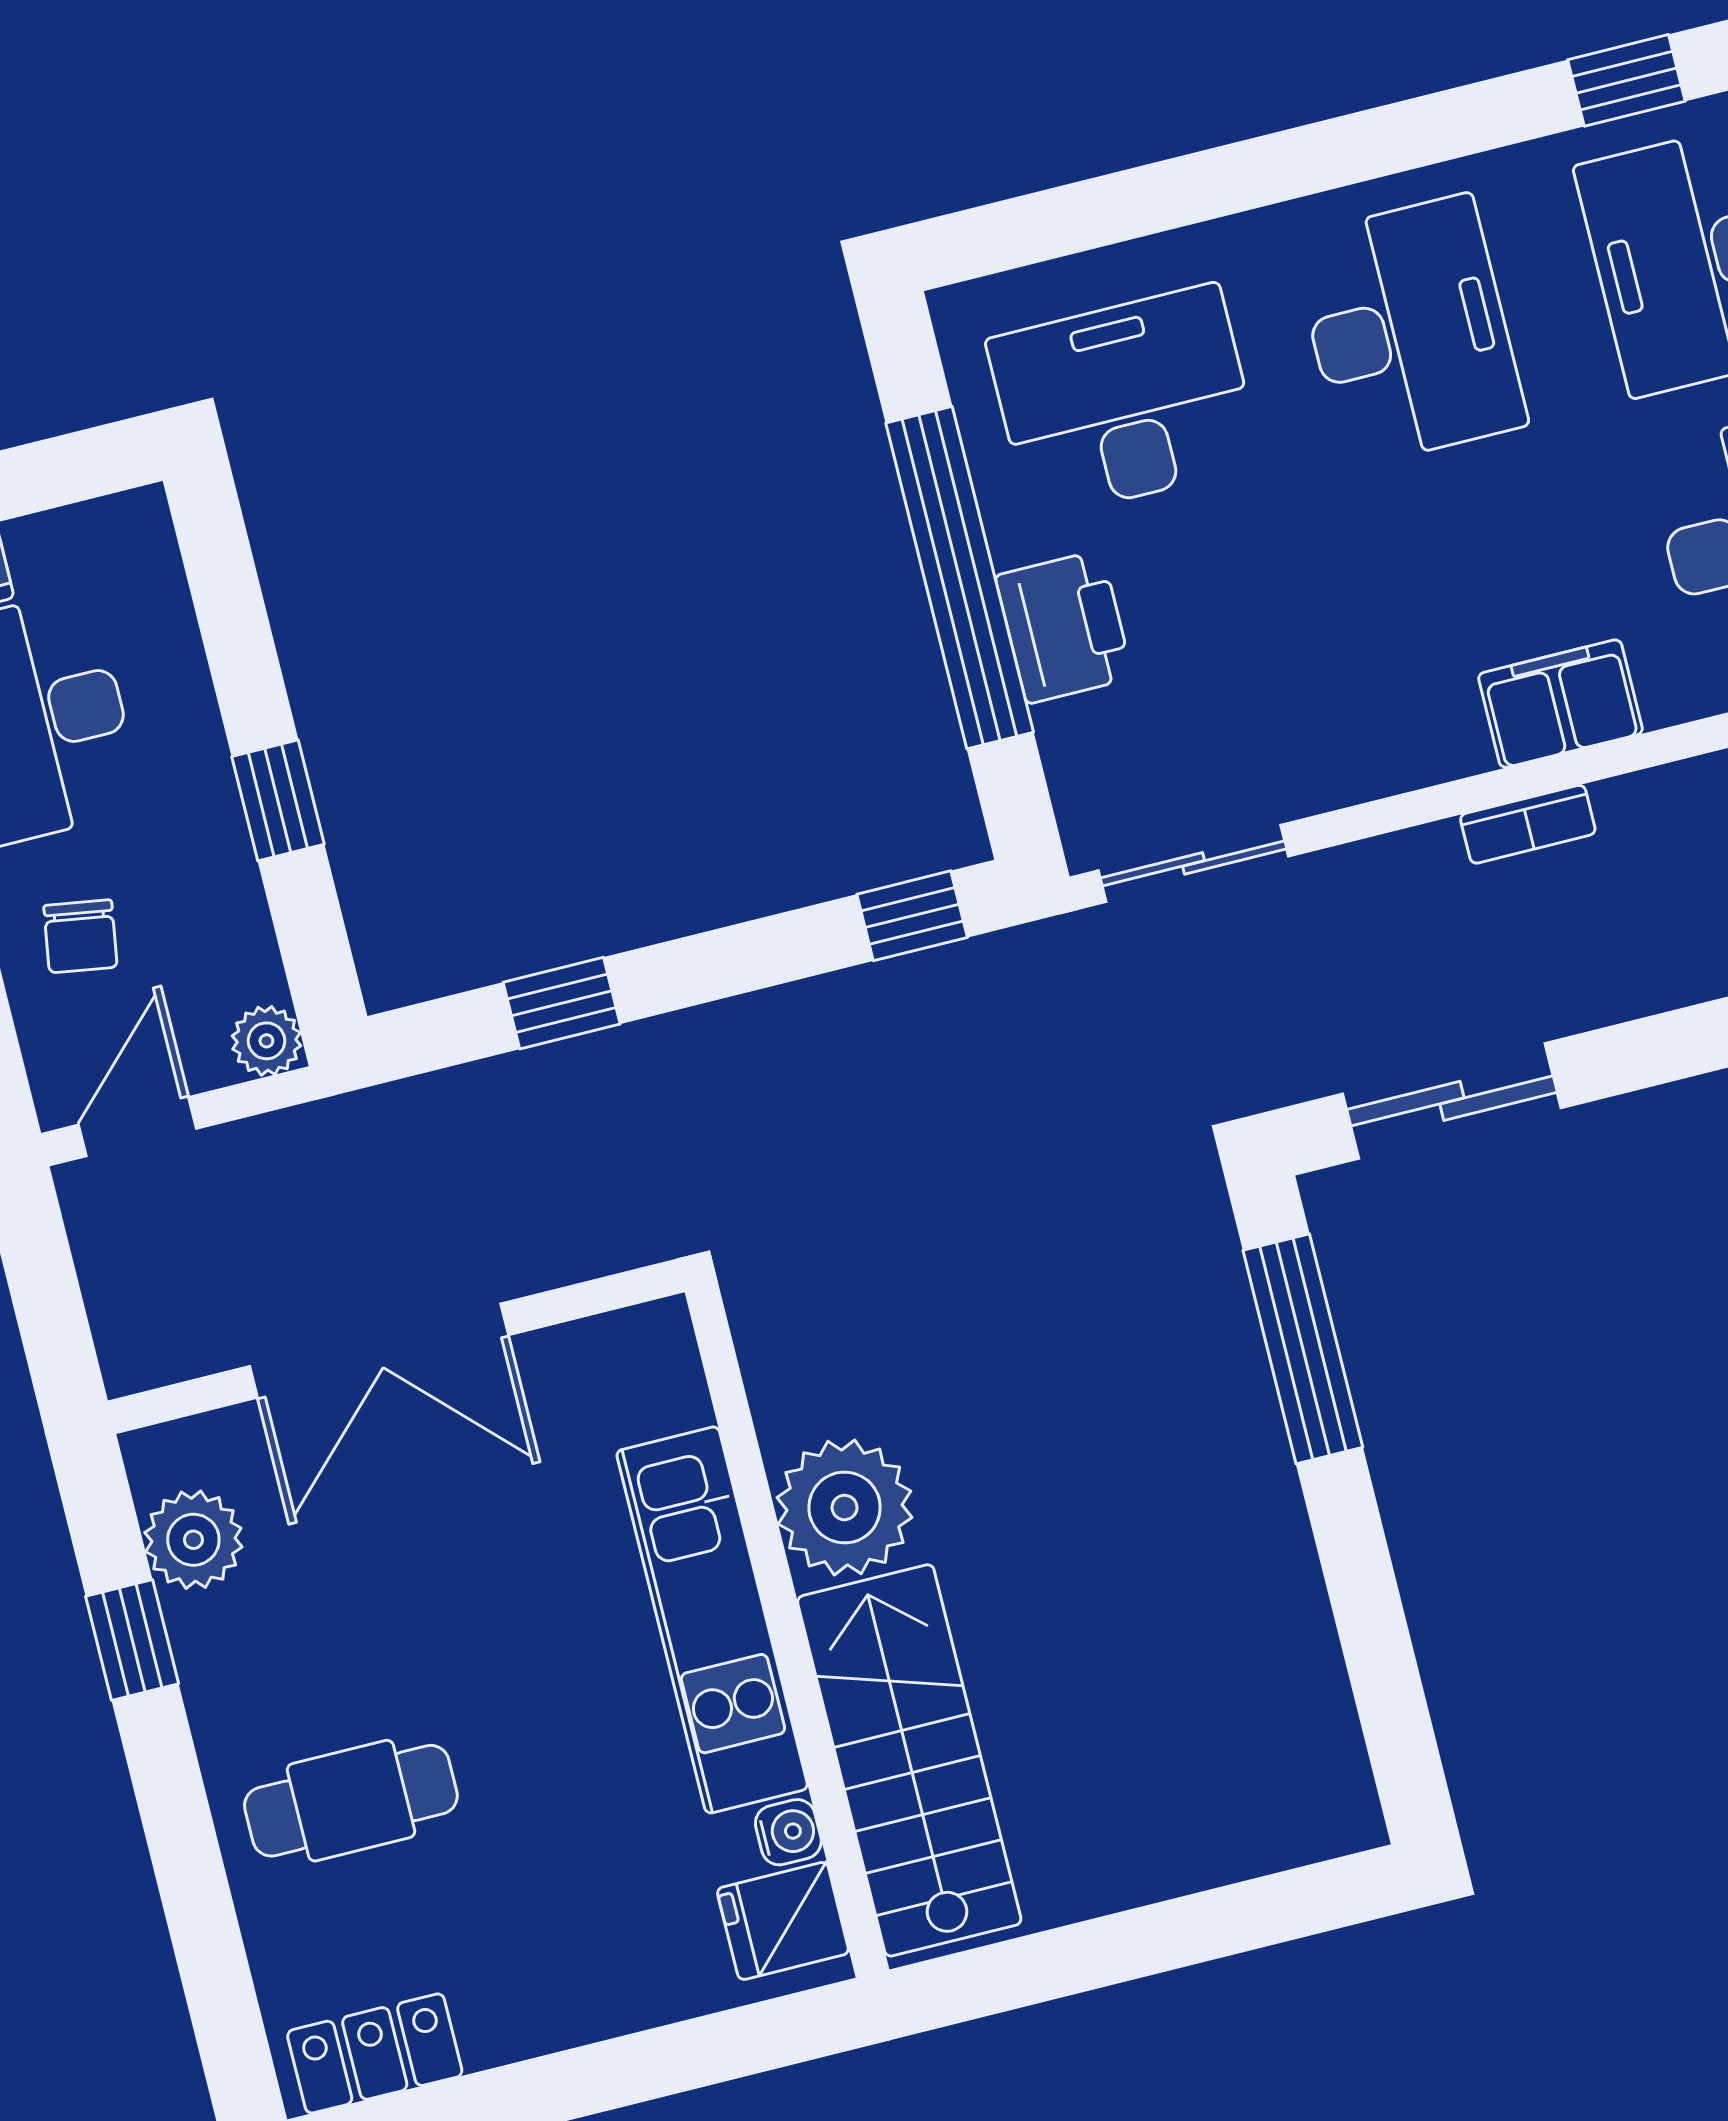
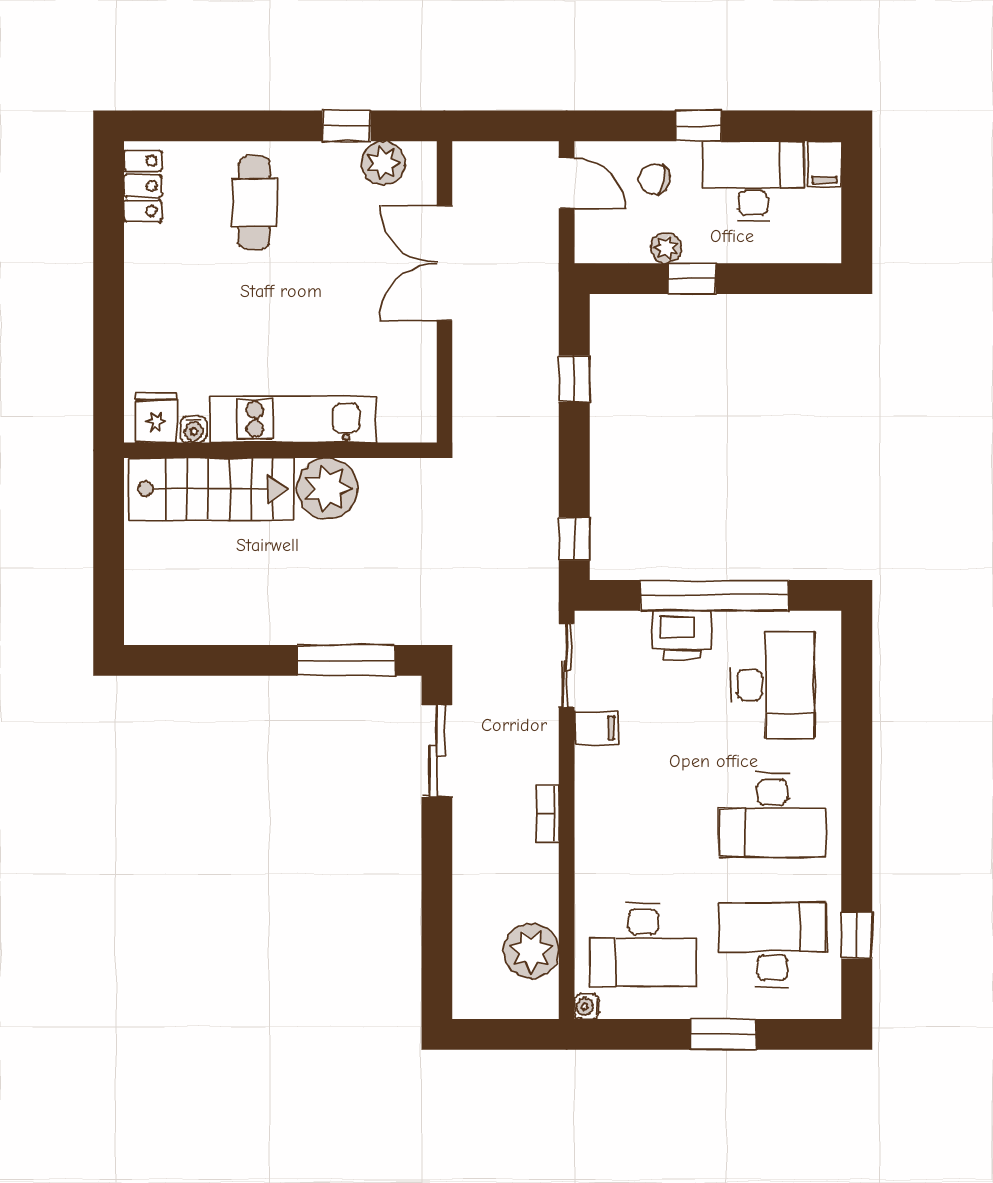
filing cabinet: (1560, 704) -> (596, 728), moved, width x0.50
plant: (266, 1041) -> (666, 248), moved
plant: (845, 1508) -> (327, 488), moved
kitchen unit: (712, 1620) -> (293, 419), moved
wall: (787, 1631) -> (280, 450), moved
stairs: (909, 1760) -> (212, 489), moved
water cooler: (788, 1832) -> (194, 429), moved
fridge: (783, 1921) -> (156, 417), moved

